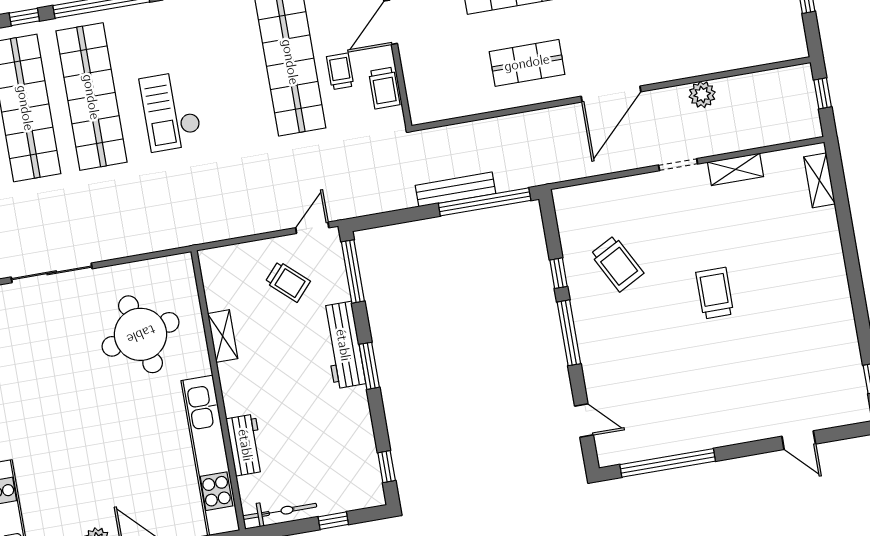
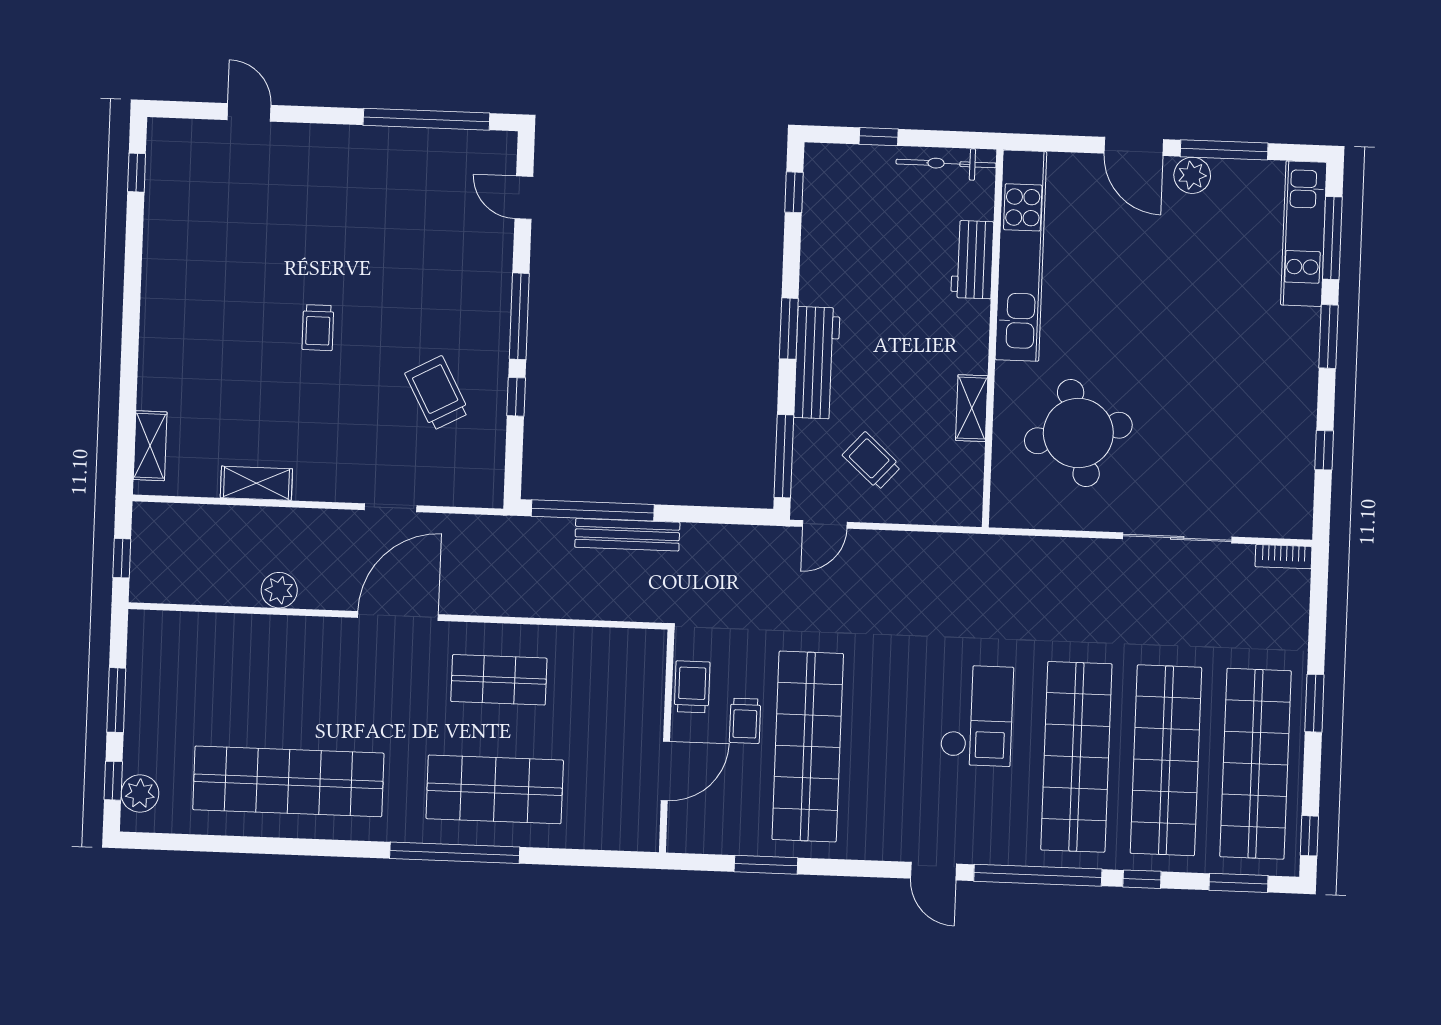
doorway: (678, 165) -> (391, 508), moved
trolley: (715, 293) -> (318, 328), width x0.73, depth x0.72

